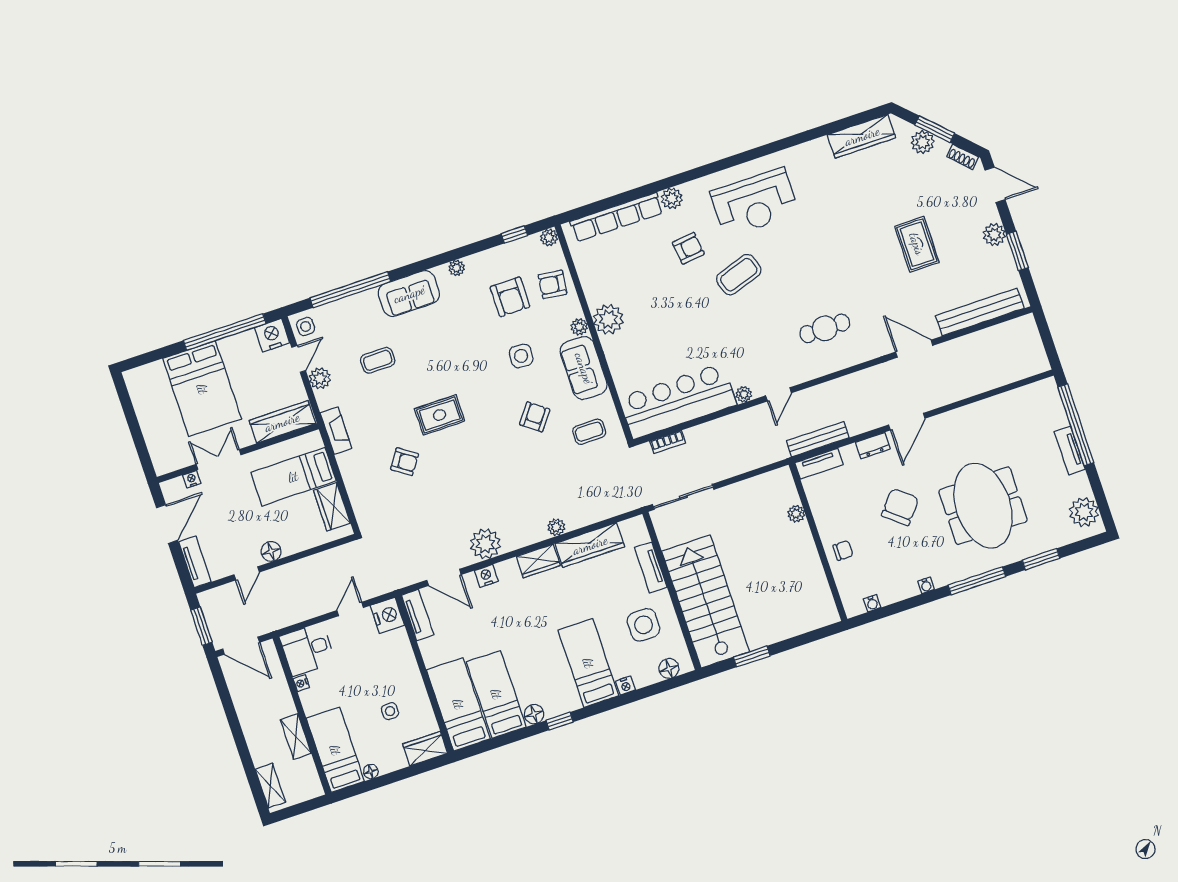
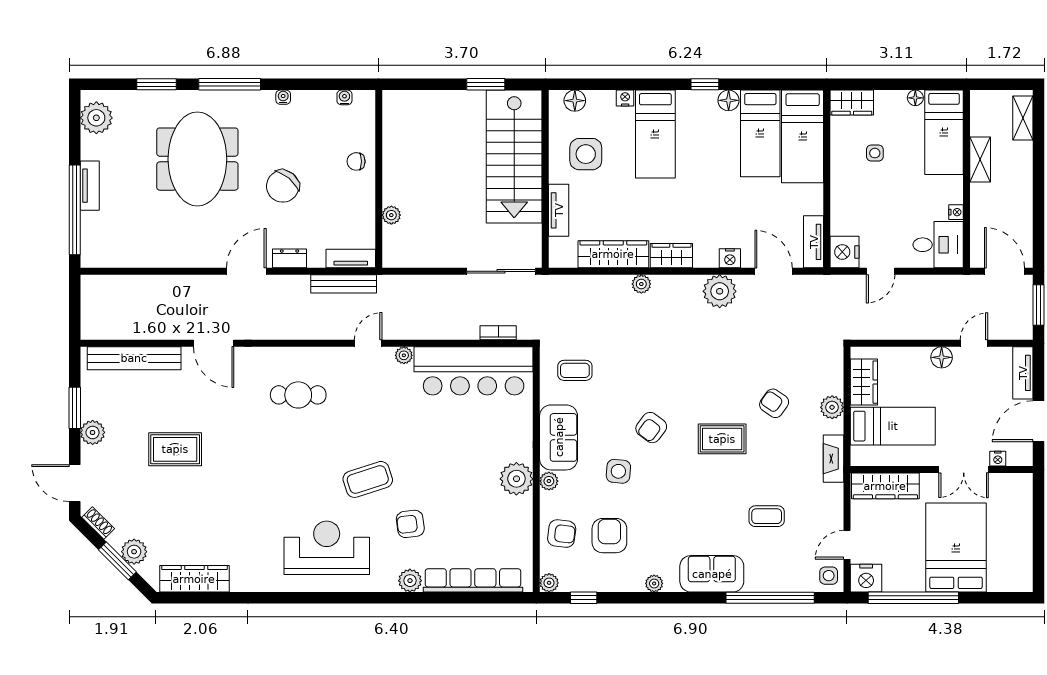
rug: (917, 244) -> (175, 449), turned 90
plant: (320, 378) -> (832, 407), moved
armchair: (535, 417) -> (651, 428), moved

